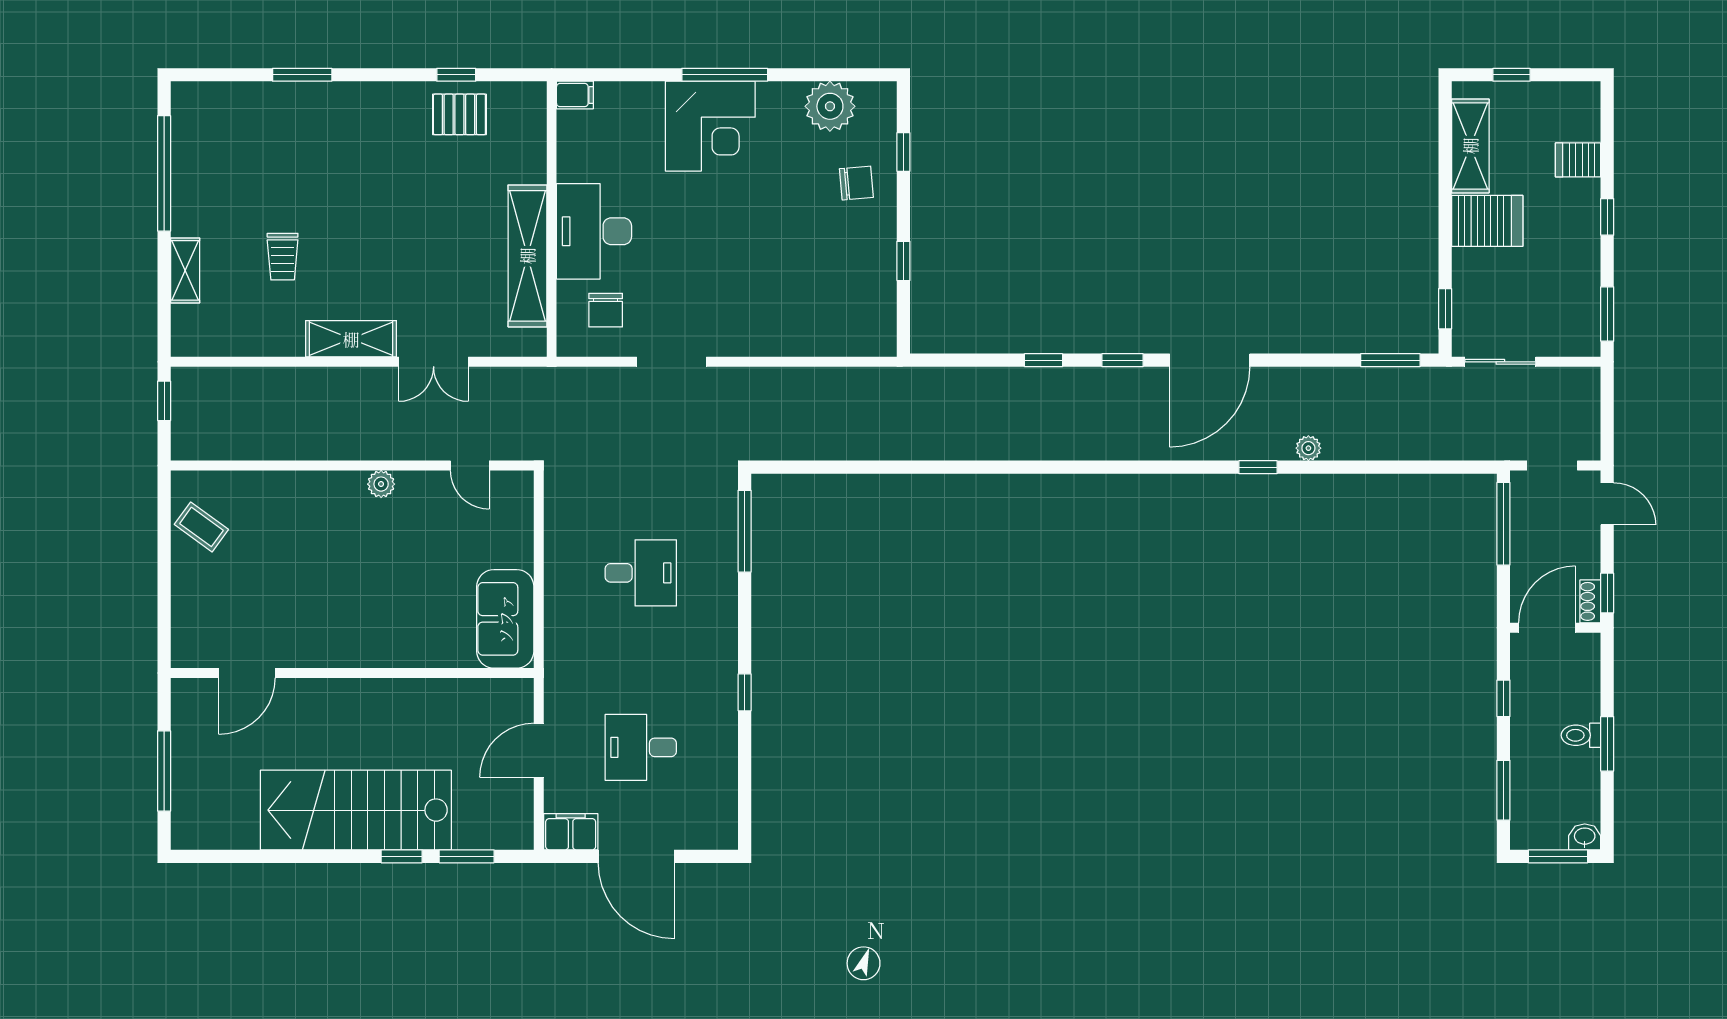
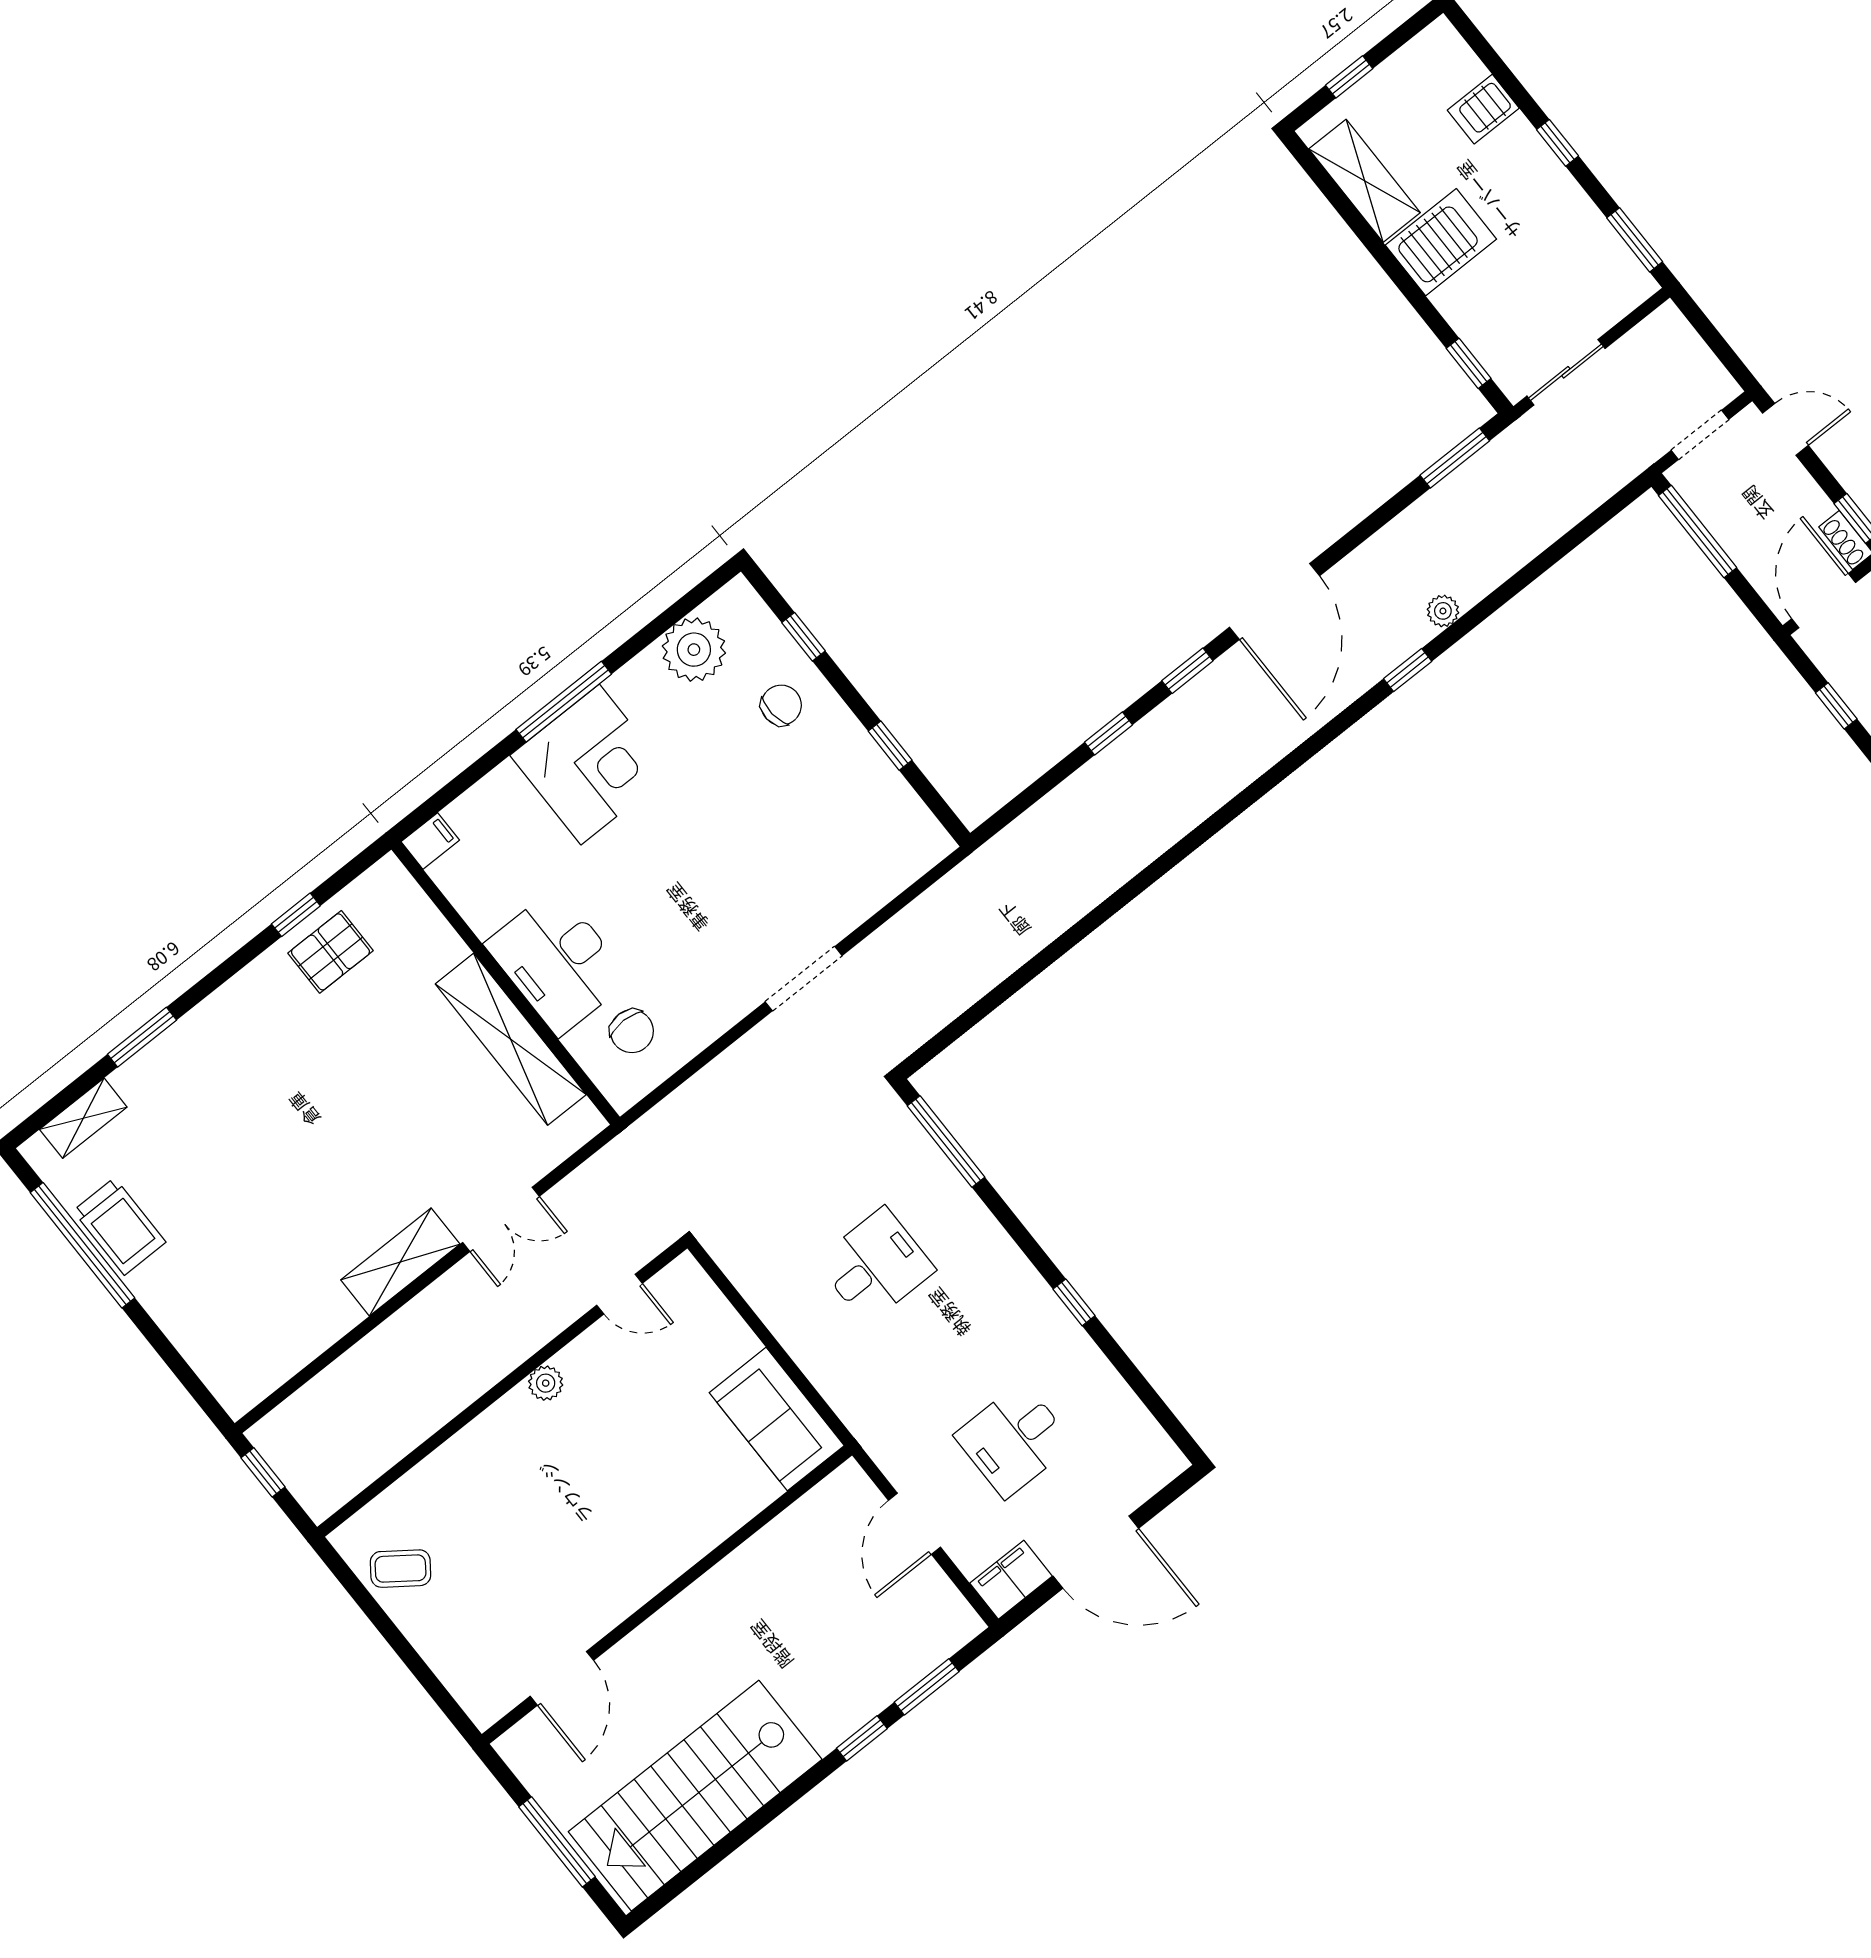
trolley: (283, 257) -> (119, 1226), moved, width x1.36, depth x1.39
shelving: (185, 270) -> (83, 1118), moved, turned 90
doorway: (672, 362) -> (804, 979), moved
stairs: (356, 810) -> (695, 1796), moved

